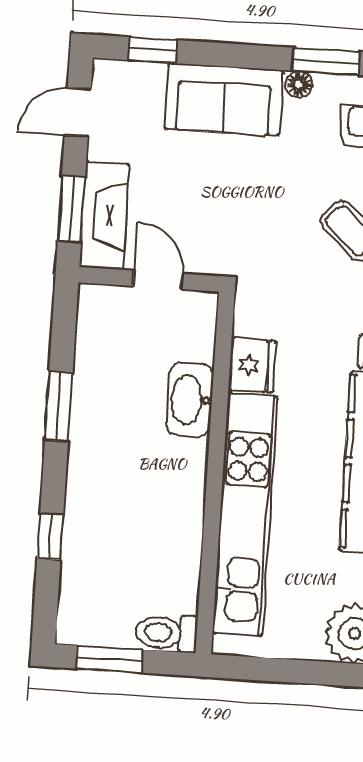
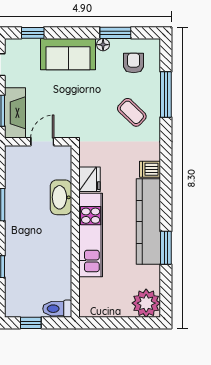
door: (158, 280) -> (42, 142), hinge flipped
kitchen unit: (245, 515) -> (91, 235), width x0.73
window: (109, 659) -> (31, 323), width x0.67

